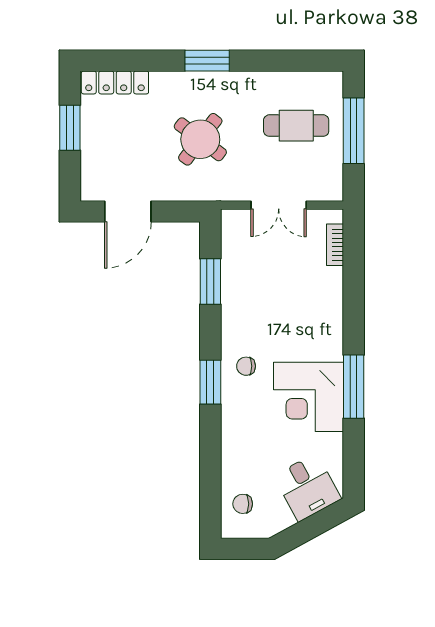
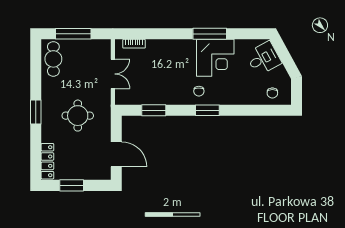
cafe table: (296, 126) -> (53, 59), moved
round table: (200, 139) -> (78, 116), turned -37

